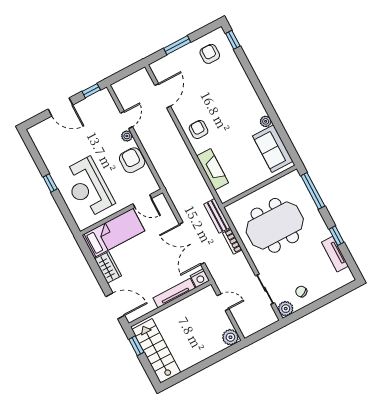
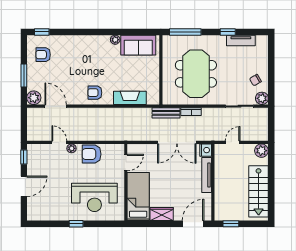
plant: (159, 68) -> (34, 98), added
stairs: (156, 351) -> (259, 191), moved, turned -90

